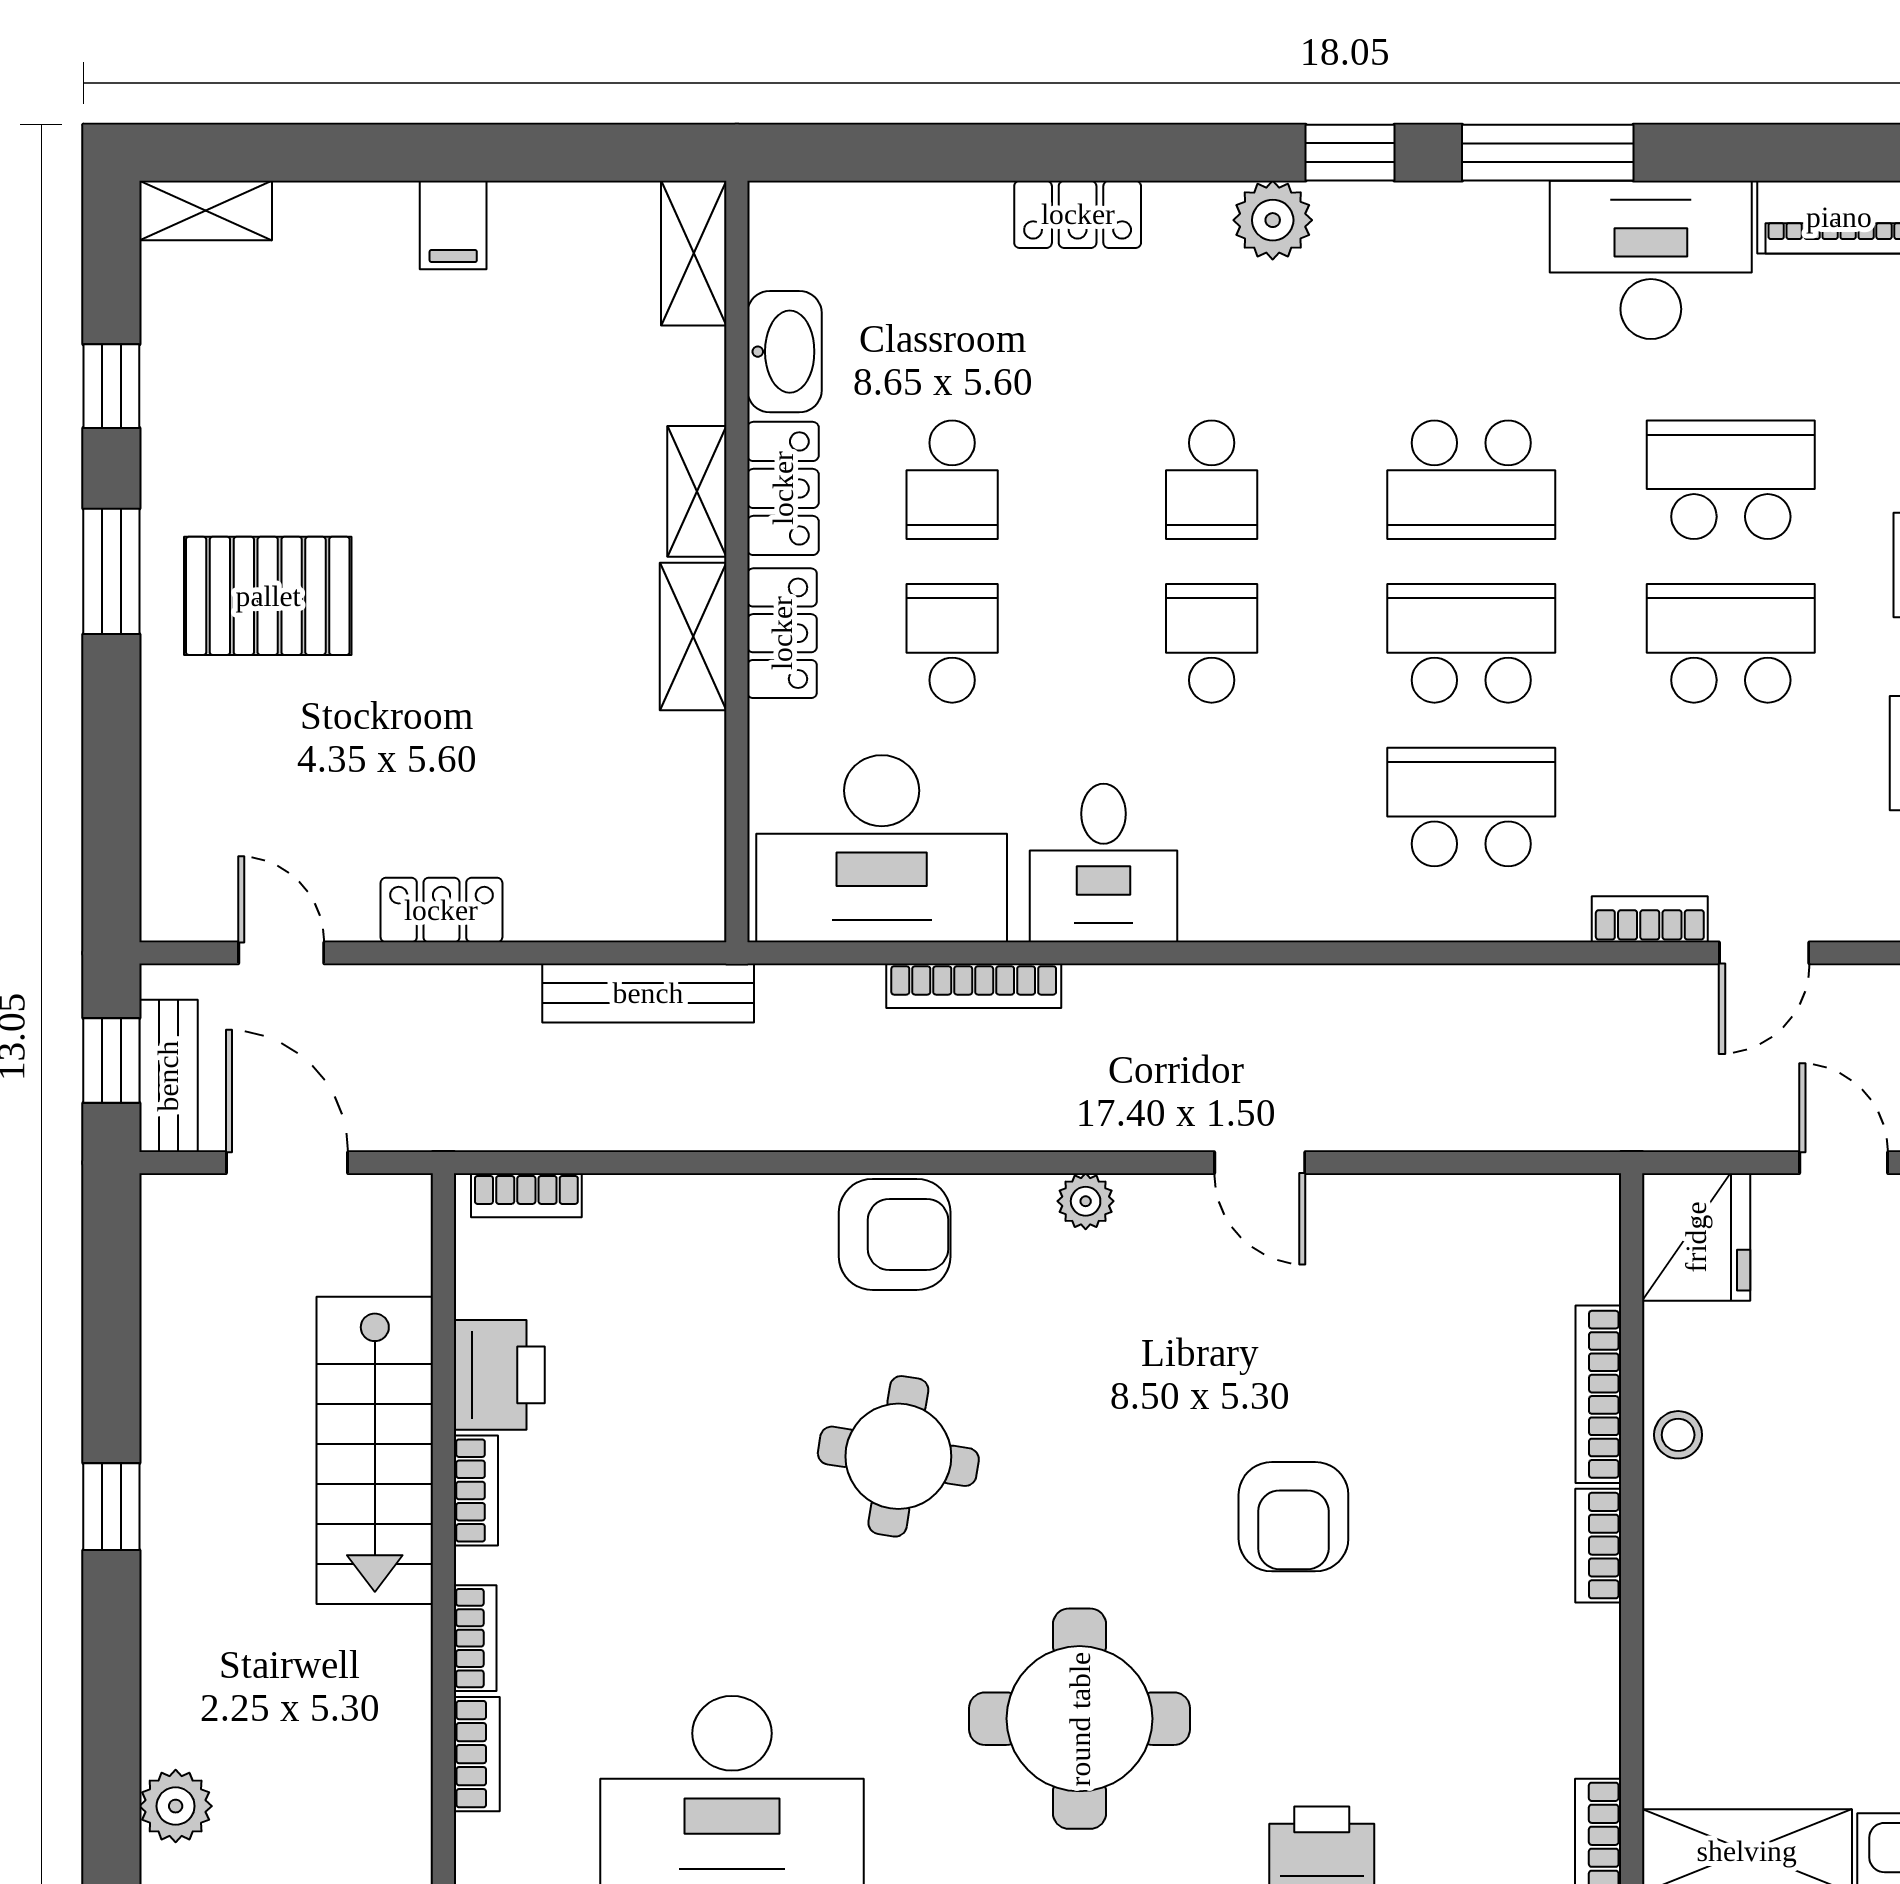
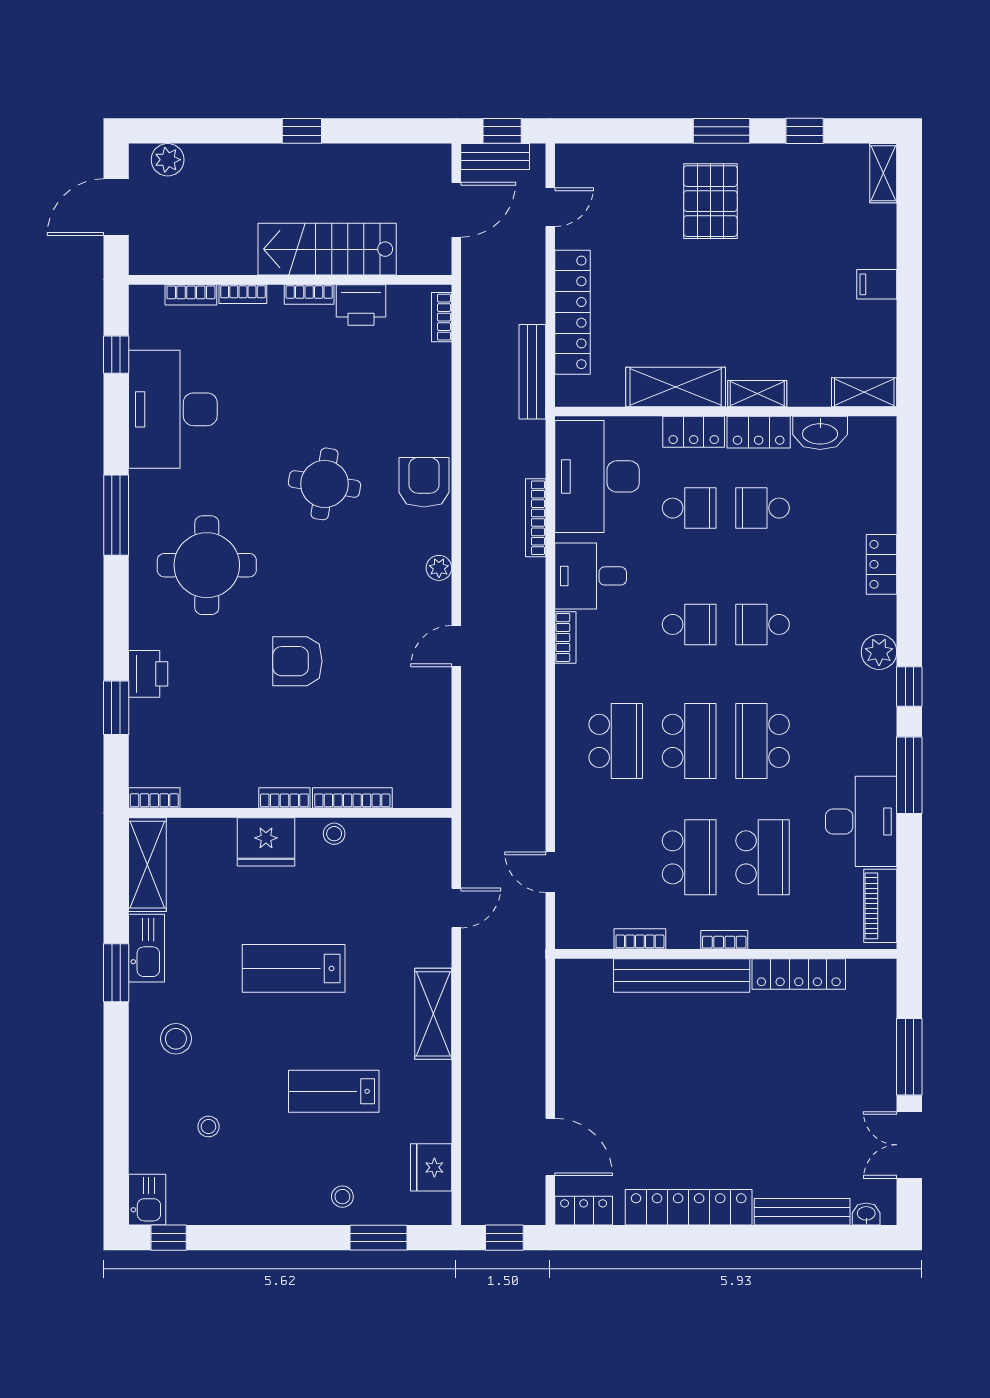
shelving: (693, 636) -> (676, 387), width x1.50, depth x1.33
locker: (441, 910) -> (573, 312), width x2.16, depth x1.21
bookcase: (1650, 919) -> (565, 638), moved
armchair: (895, 1234) -> (424, 482), turned 180
fridge: (1696, 1237) -> (266, 842), moved

